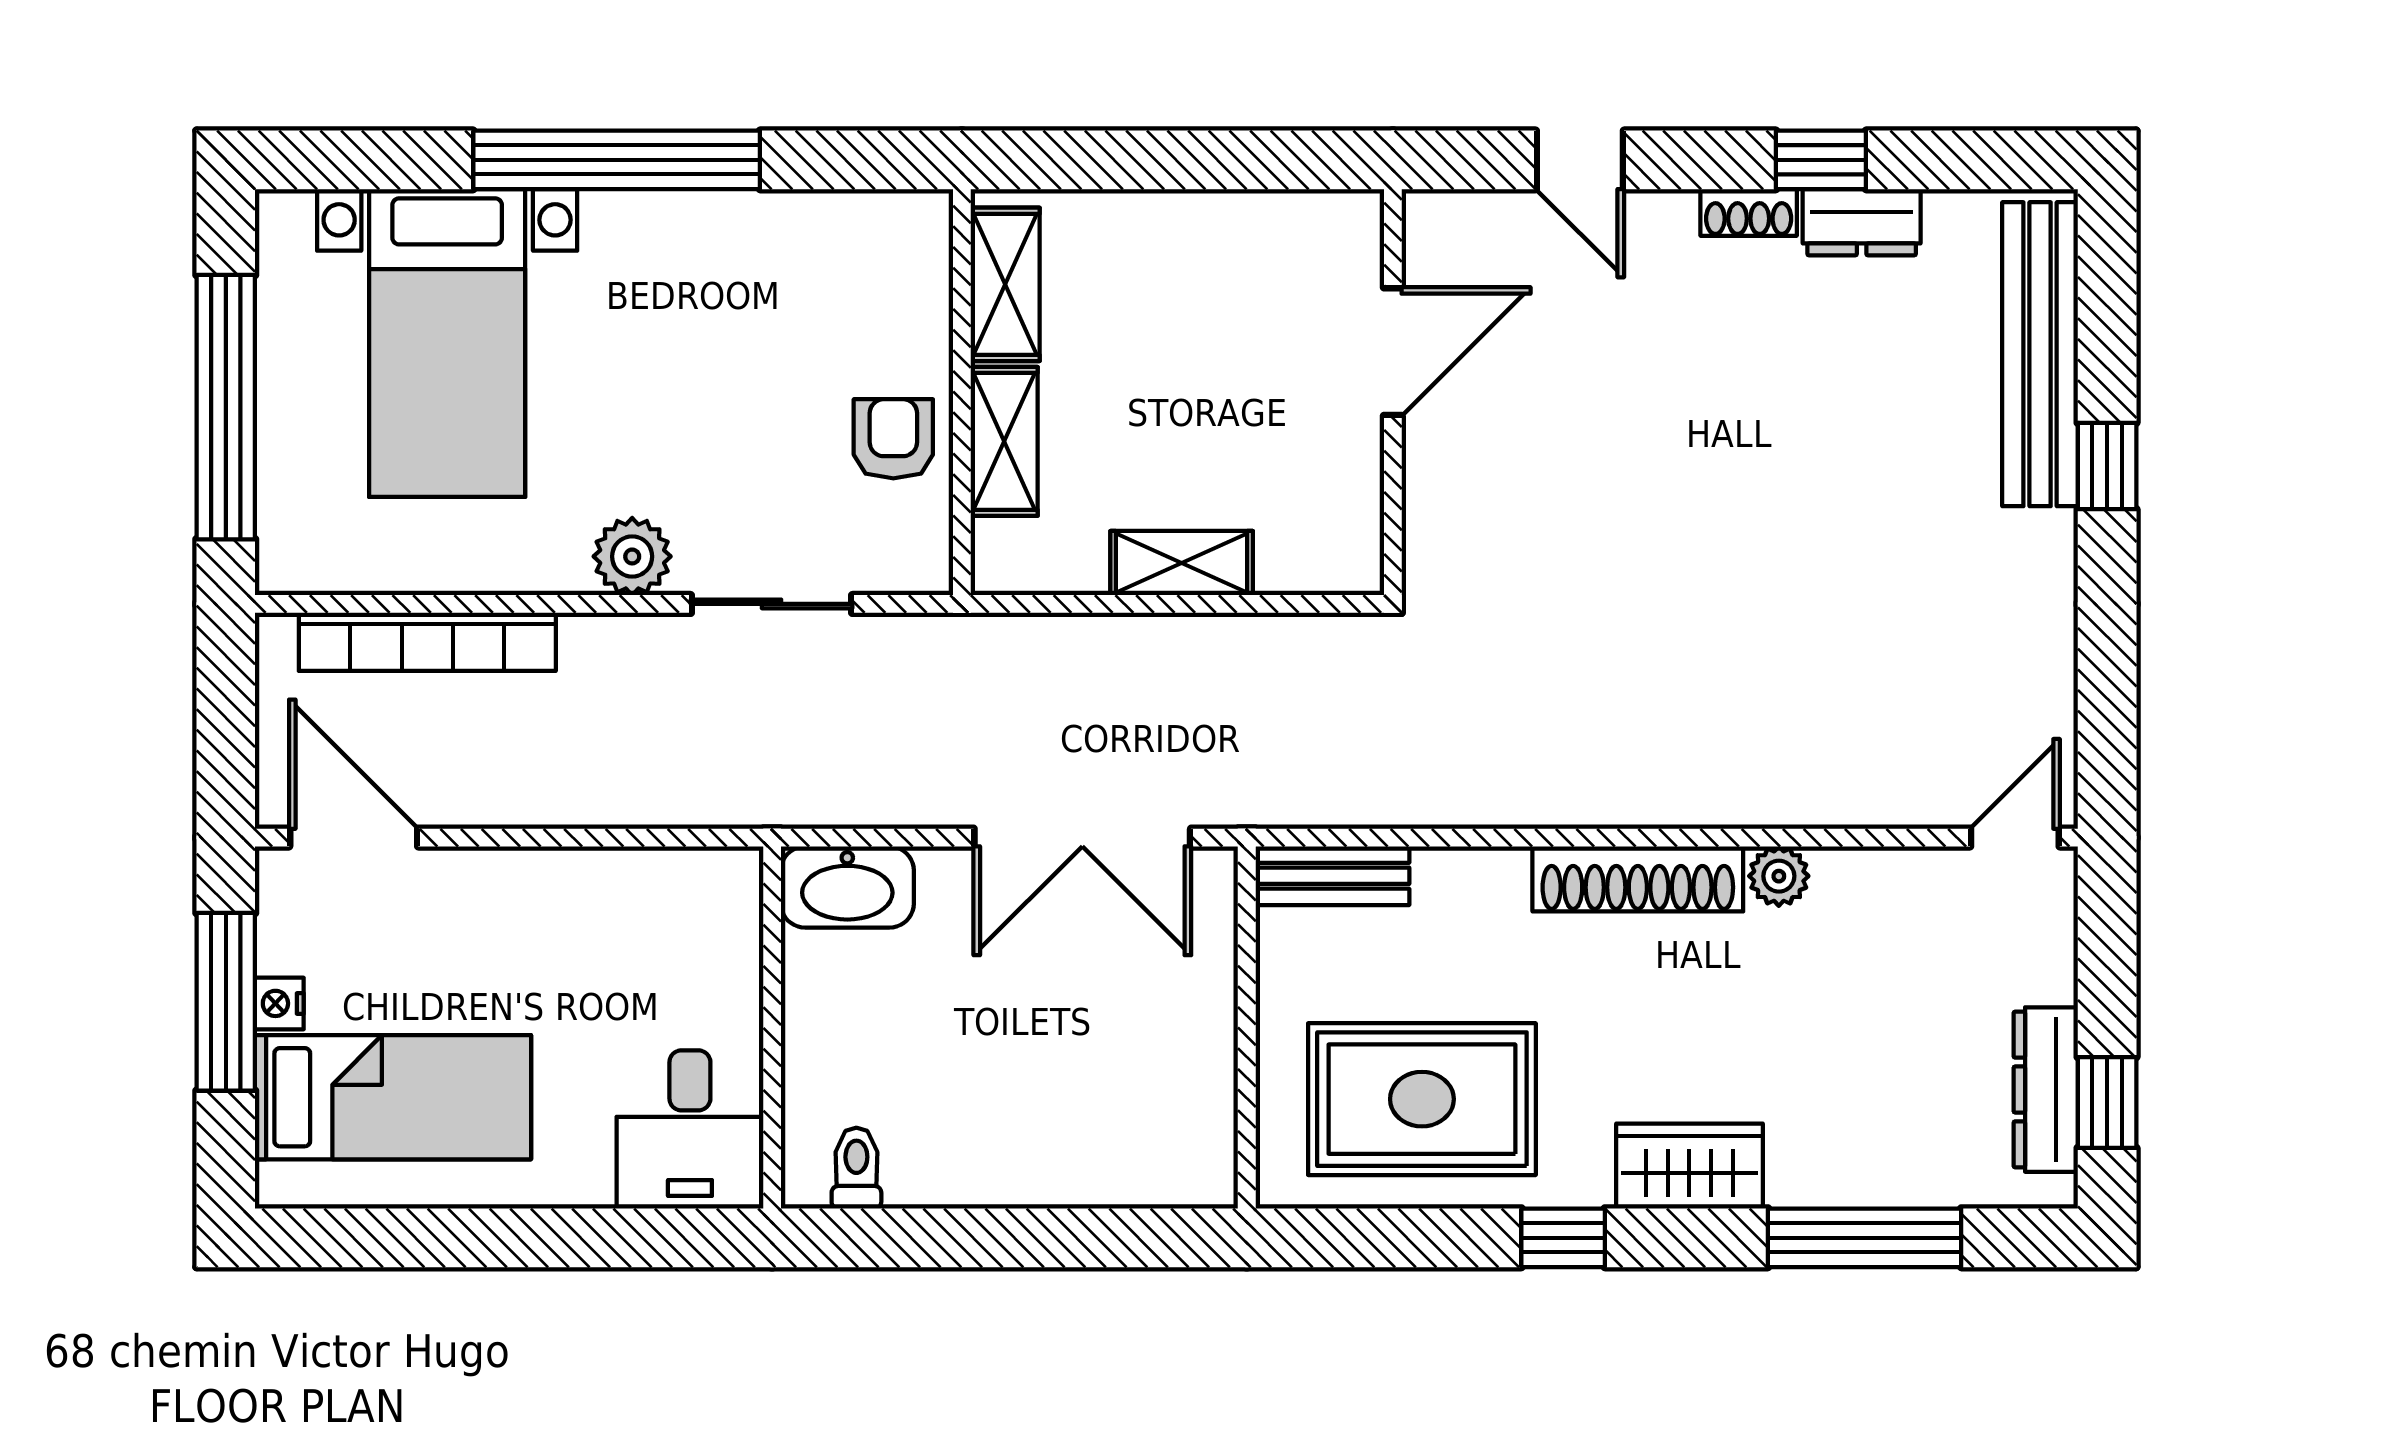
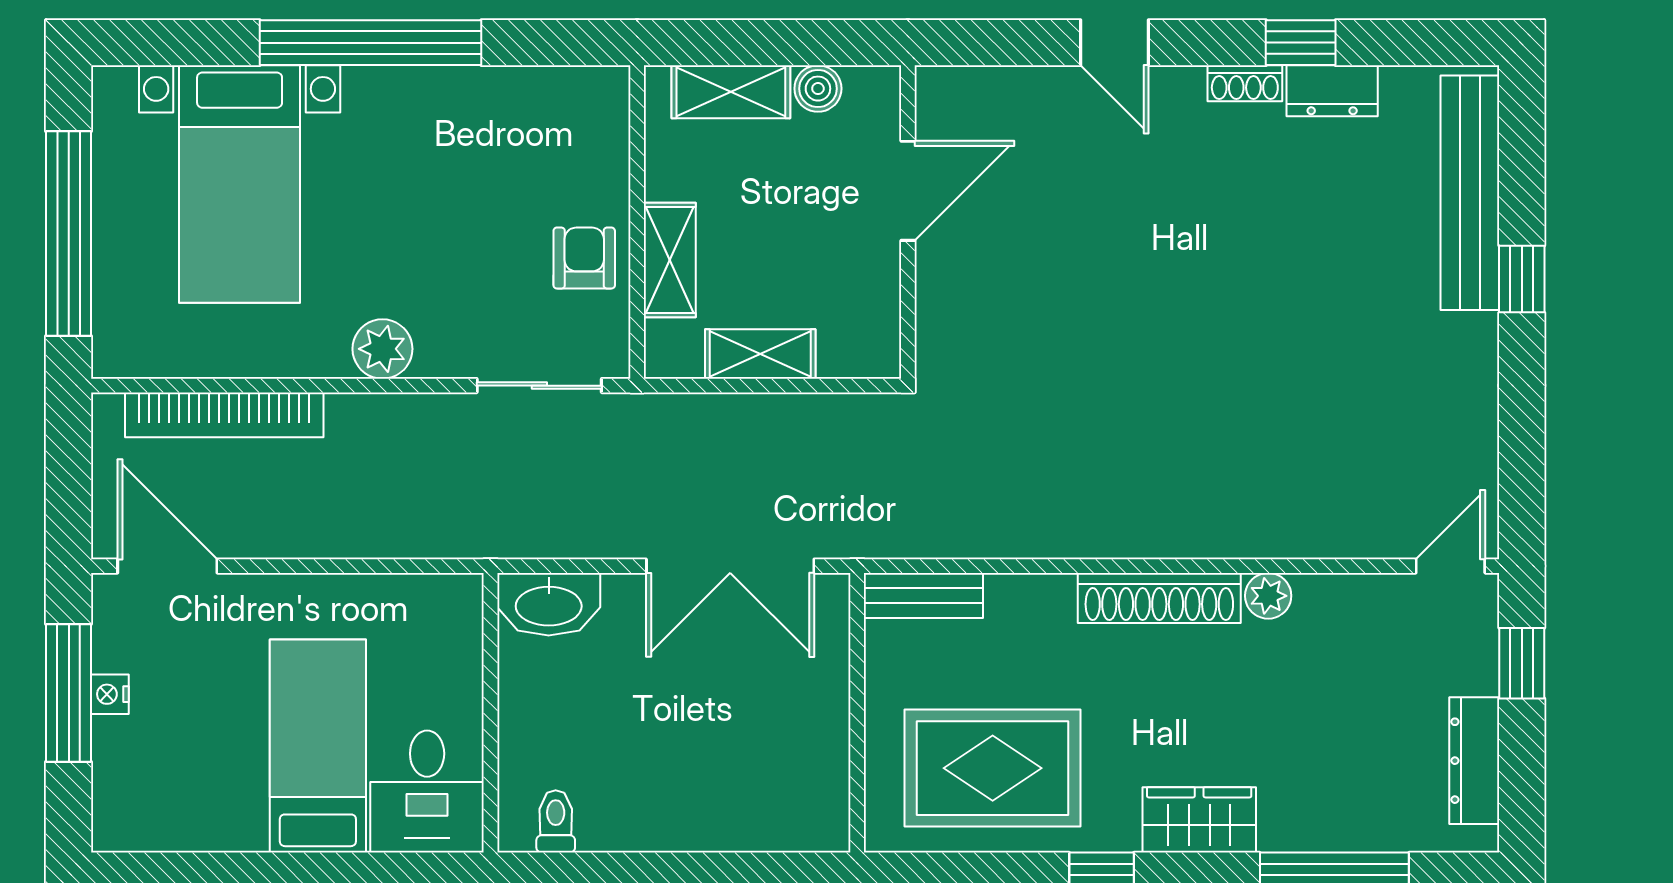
boiler: (1196, 219) -> (818, 89), added
shelving: (1005, 284) -> (731, 92), moved, turned 90
door: (1393, 352) -> (908, 191), moved
wall: (1393, 392) -> (908, 222), moved
shelving: (1182, 563) -> (760, 354), moved
sliding door: (771, 604) -> (539, 386), moved
bed: (393, 1097) -> (318, 746), moved, turned -90
window: (2107, 1102) -> (1522, 663), moved

